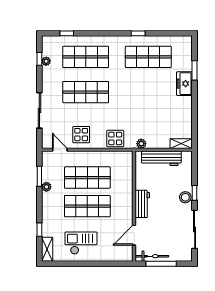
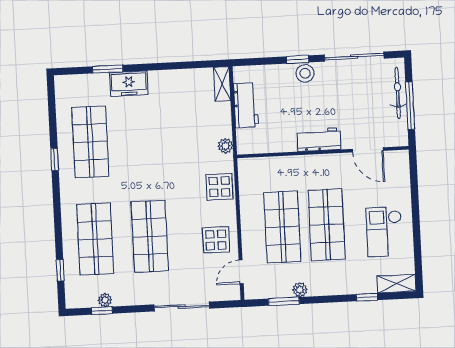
workbench: (161, 158) -> (246, 105), width x0.73
bicycle: (152, 256) -> (398, 93), moved

